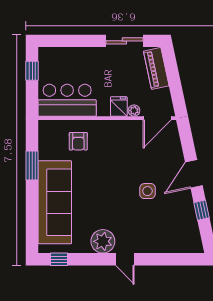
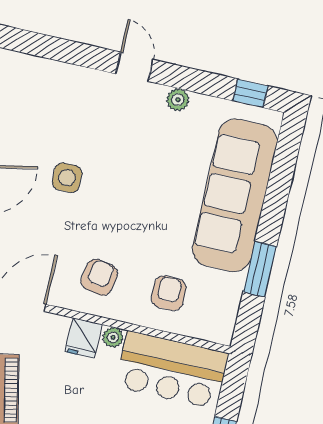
plant: (134, 111) -> (113, 337), moved
armchair: (118, 141) -> (99, 277), added
plant: (103, 241) -> (178, 100), width x0.53, depth x0.53

